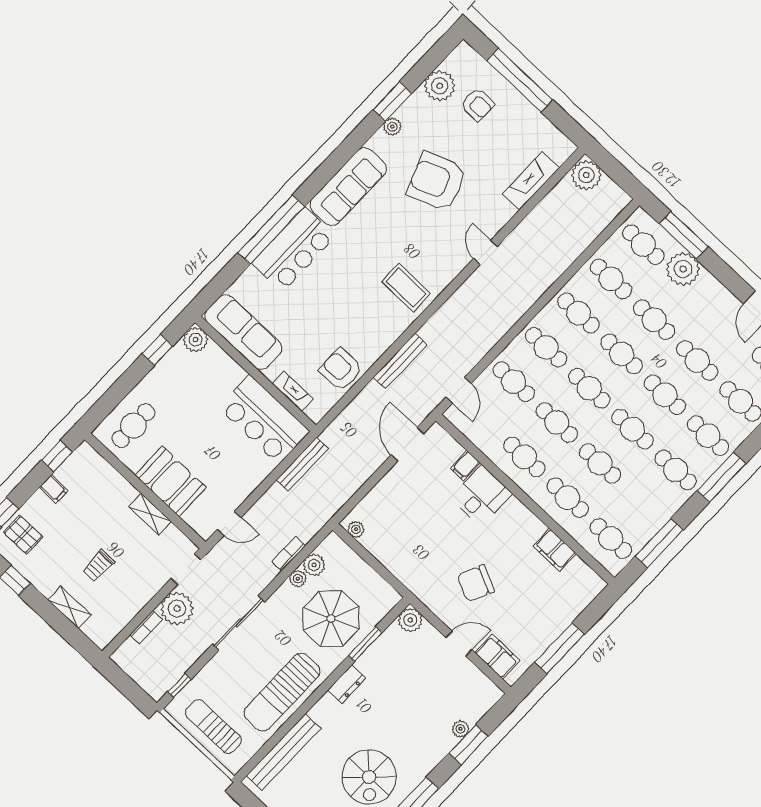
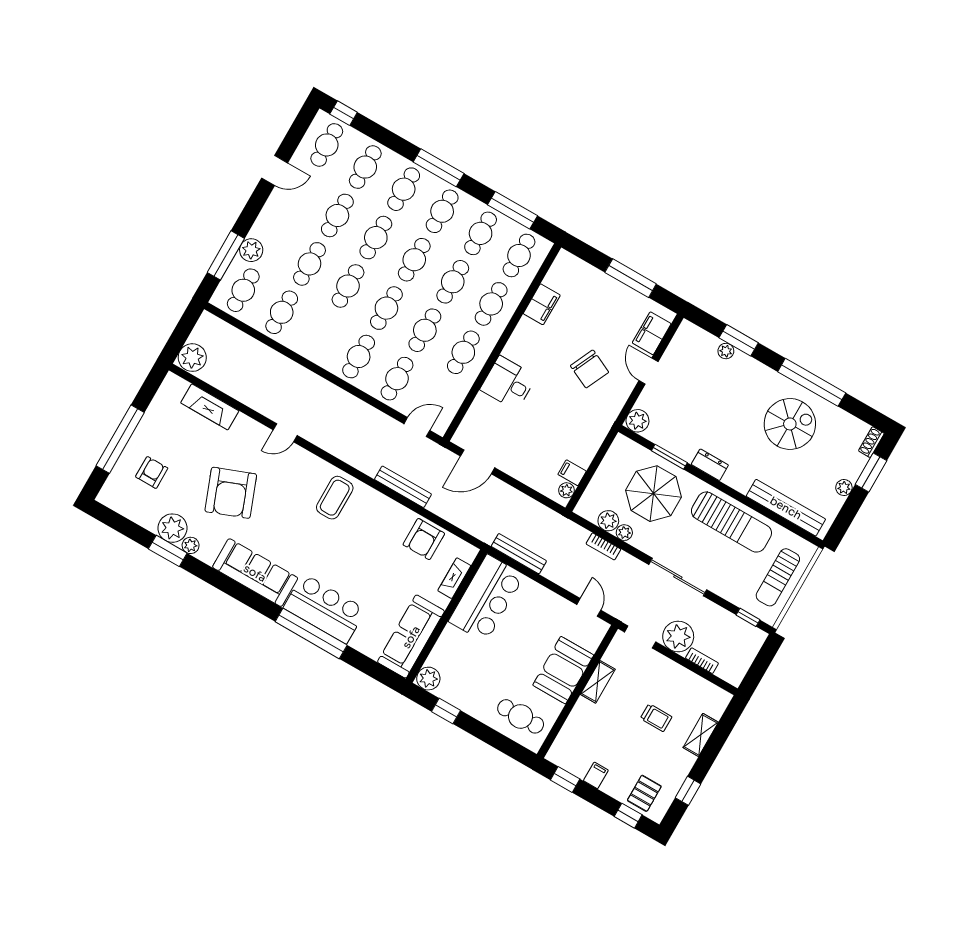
plant: (440, 86) -> (173, 528), moved
plant: (683, 269) -> (251, 250), width x0.73, depth x0.73
cafe table: (578, 313) -> (481, 233), moved
filing cabinet: (465, 465) -> (572, 473), moved, turned 180

